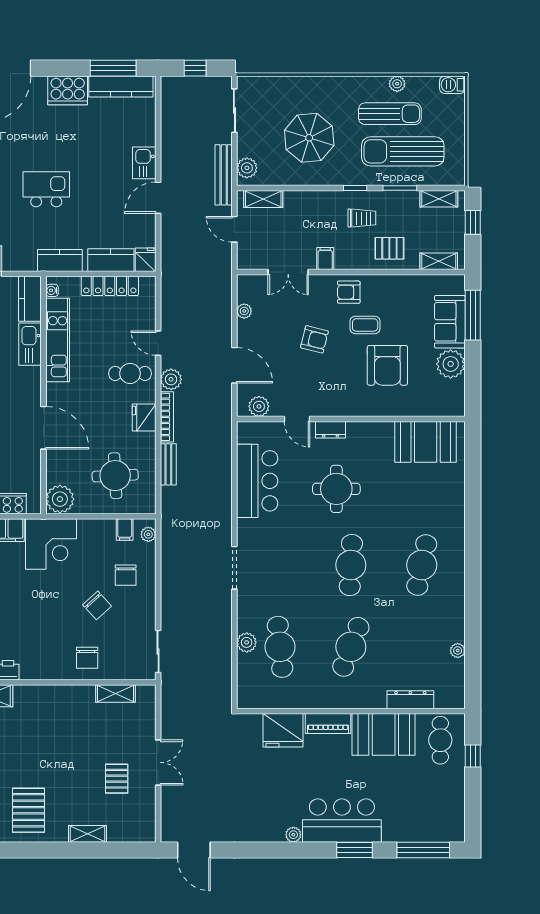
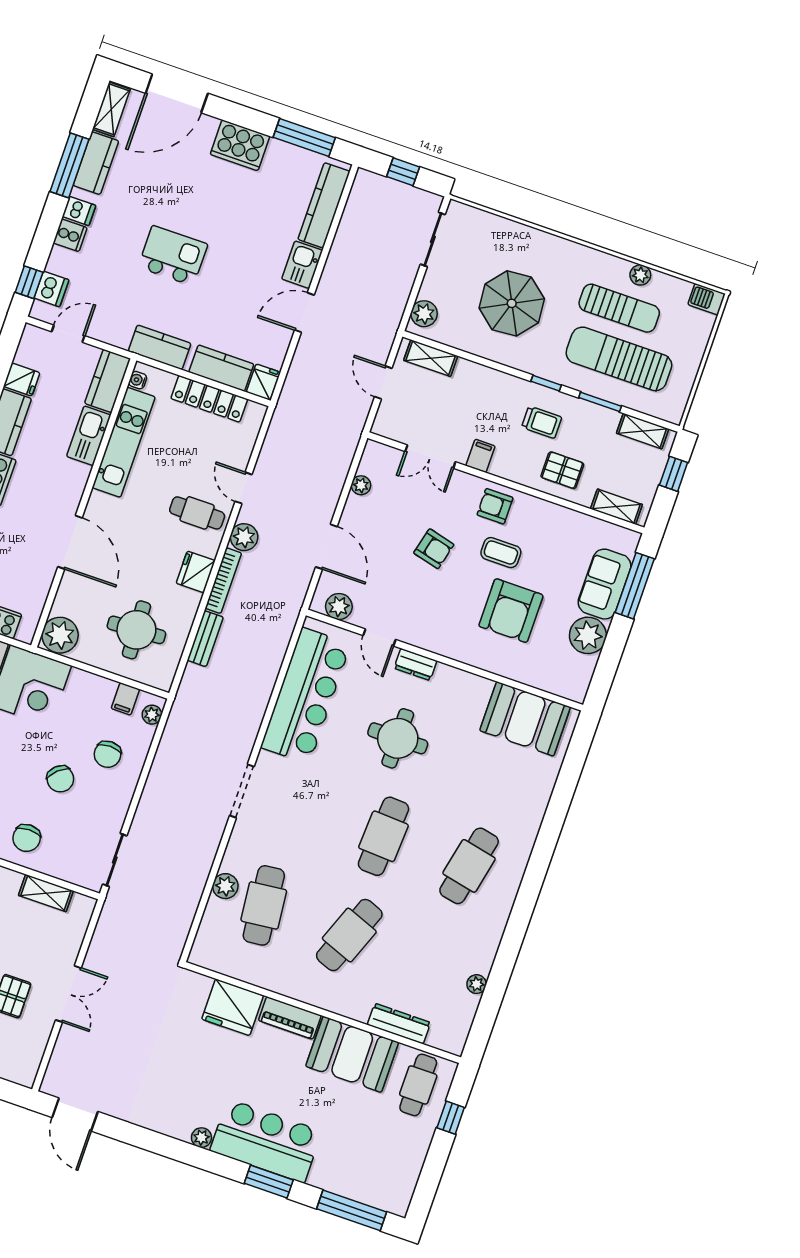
kitchen counter: (121, 86) -> (324, 205), moved, turned 90
bench: (224, 175) -> (393, 312), removed
bar counter: (257, 481) -> (306, 696), width x1.36

